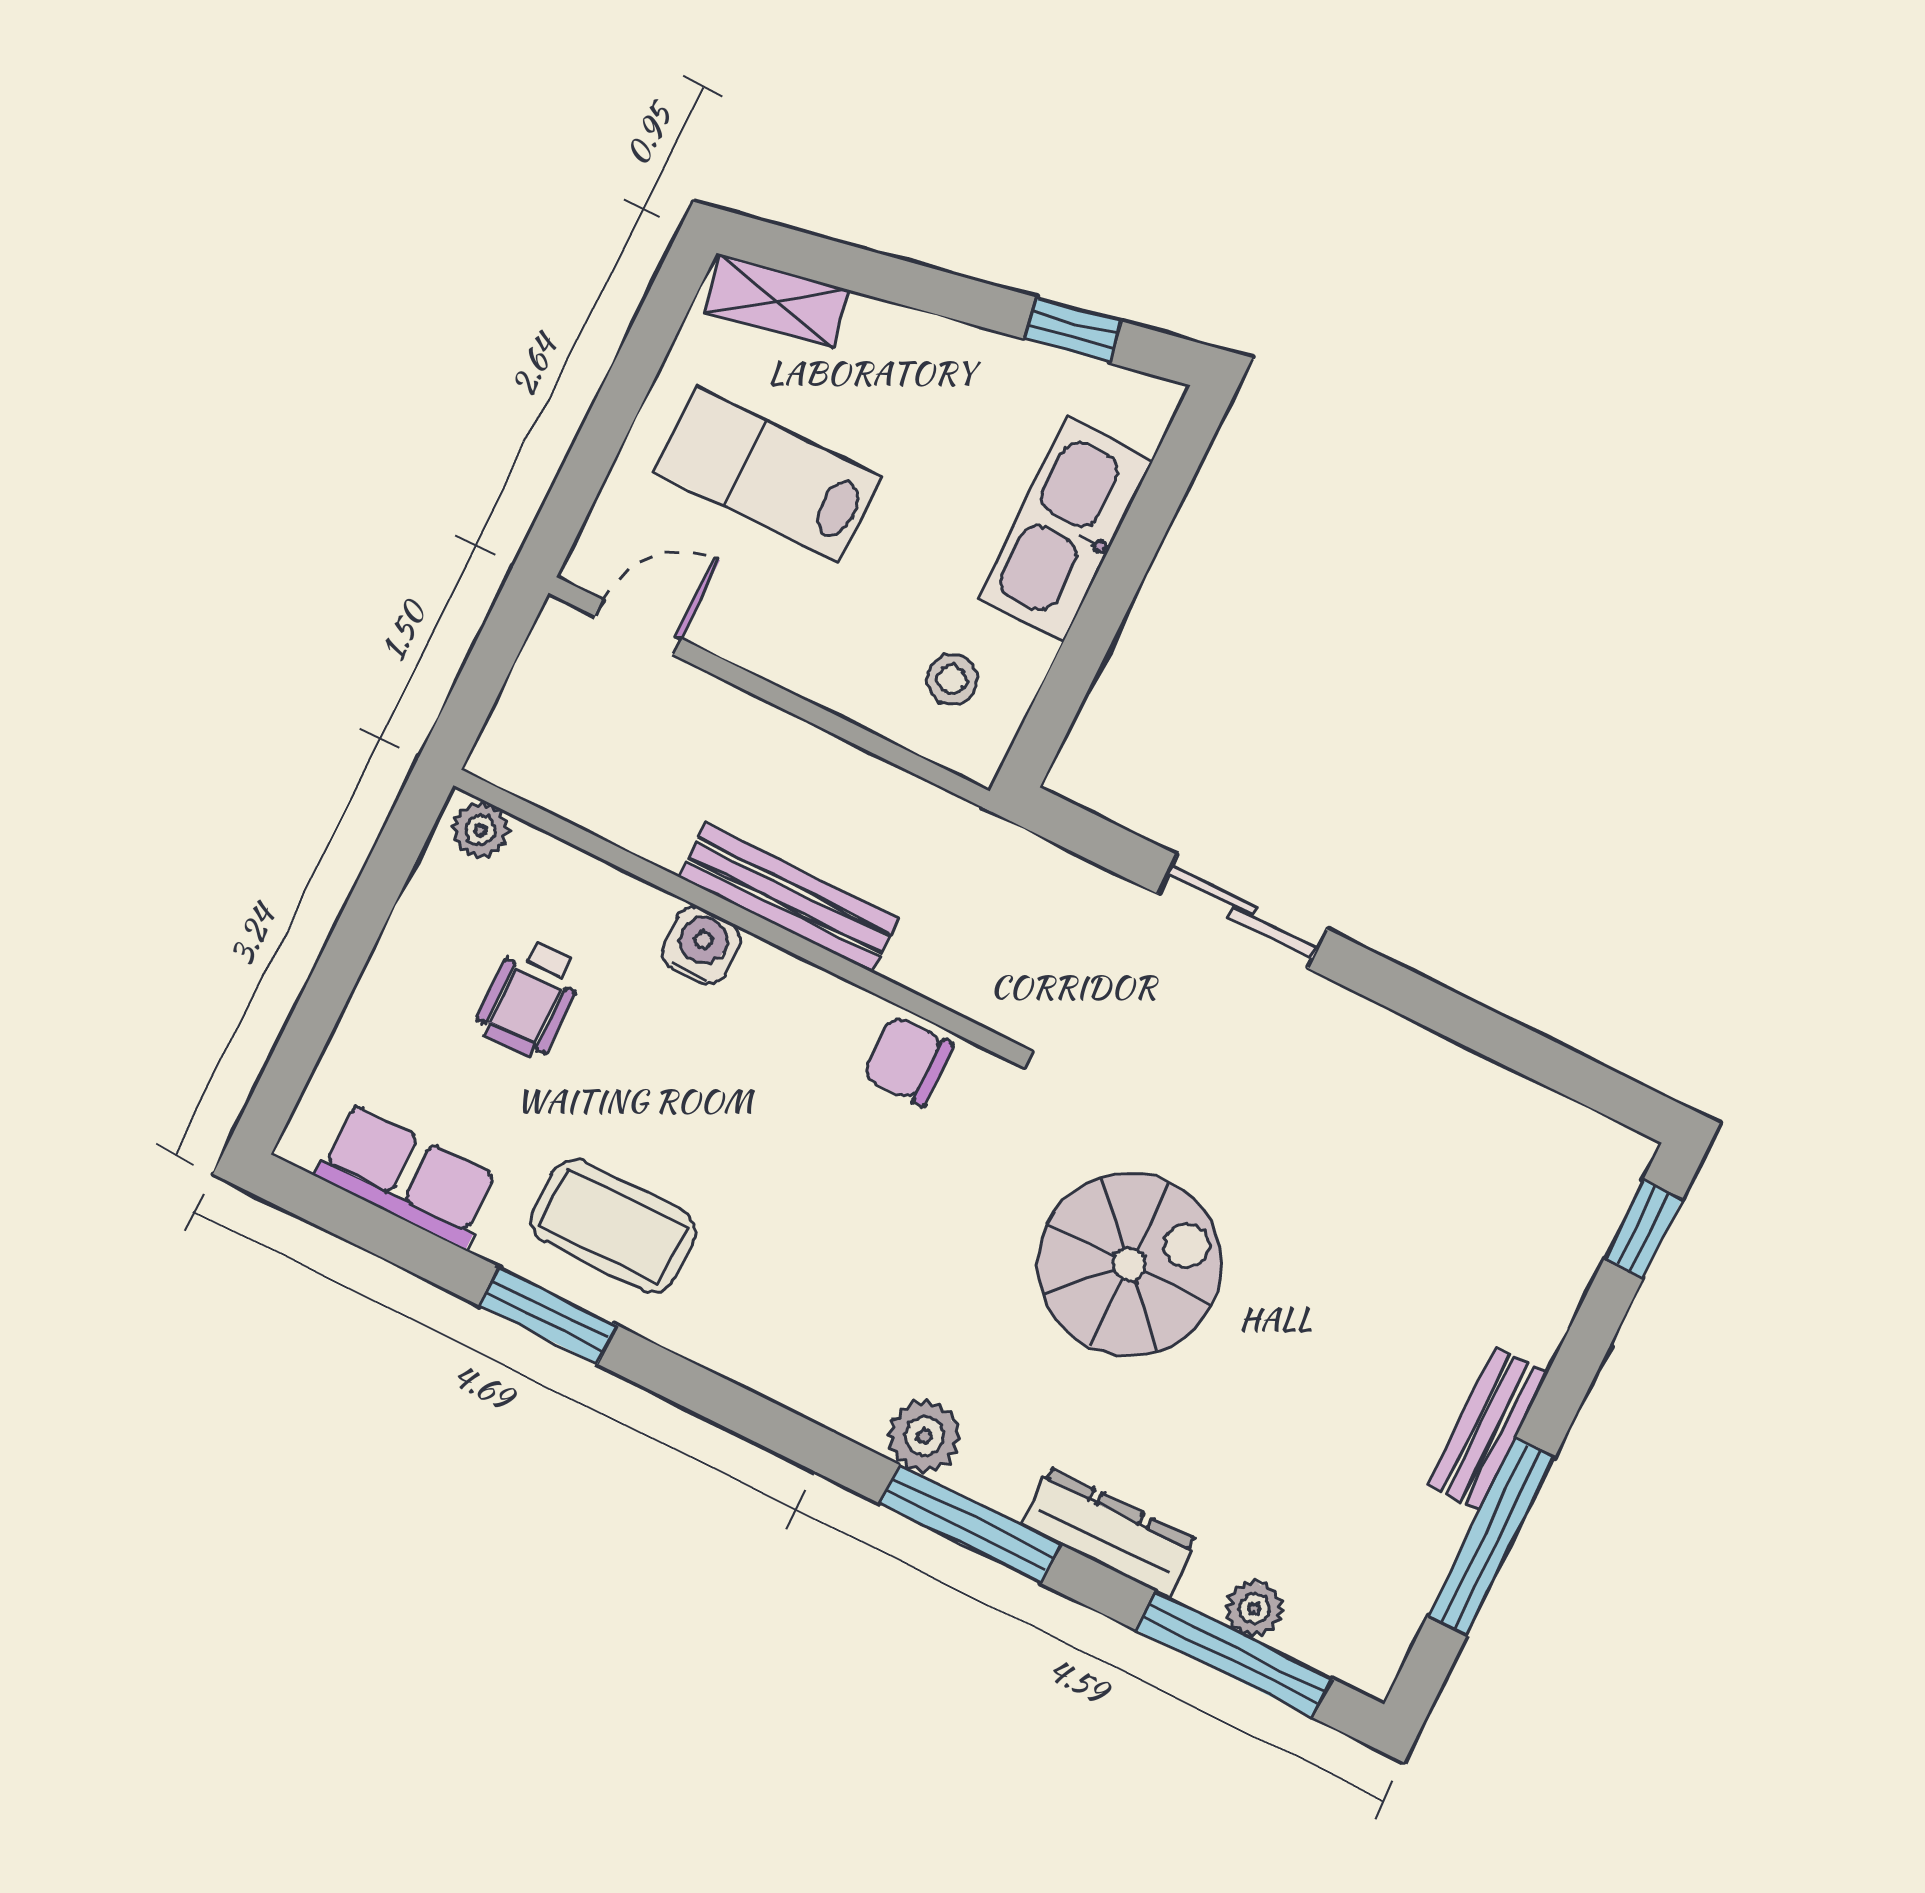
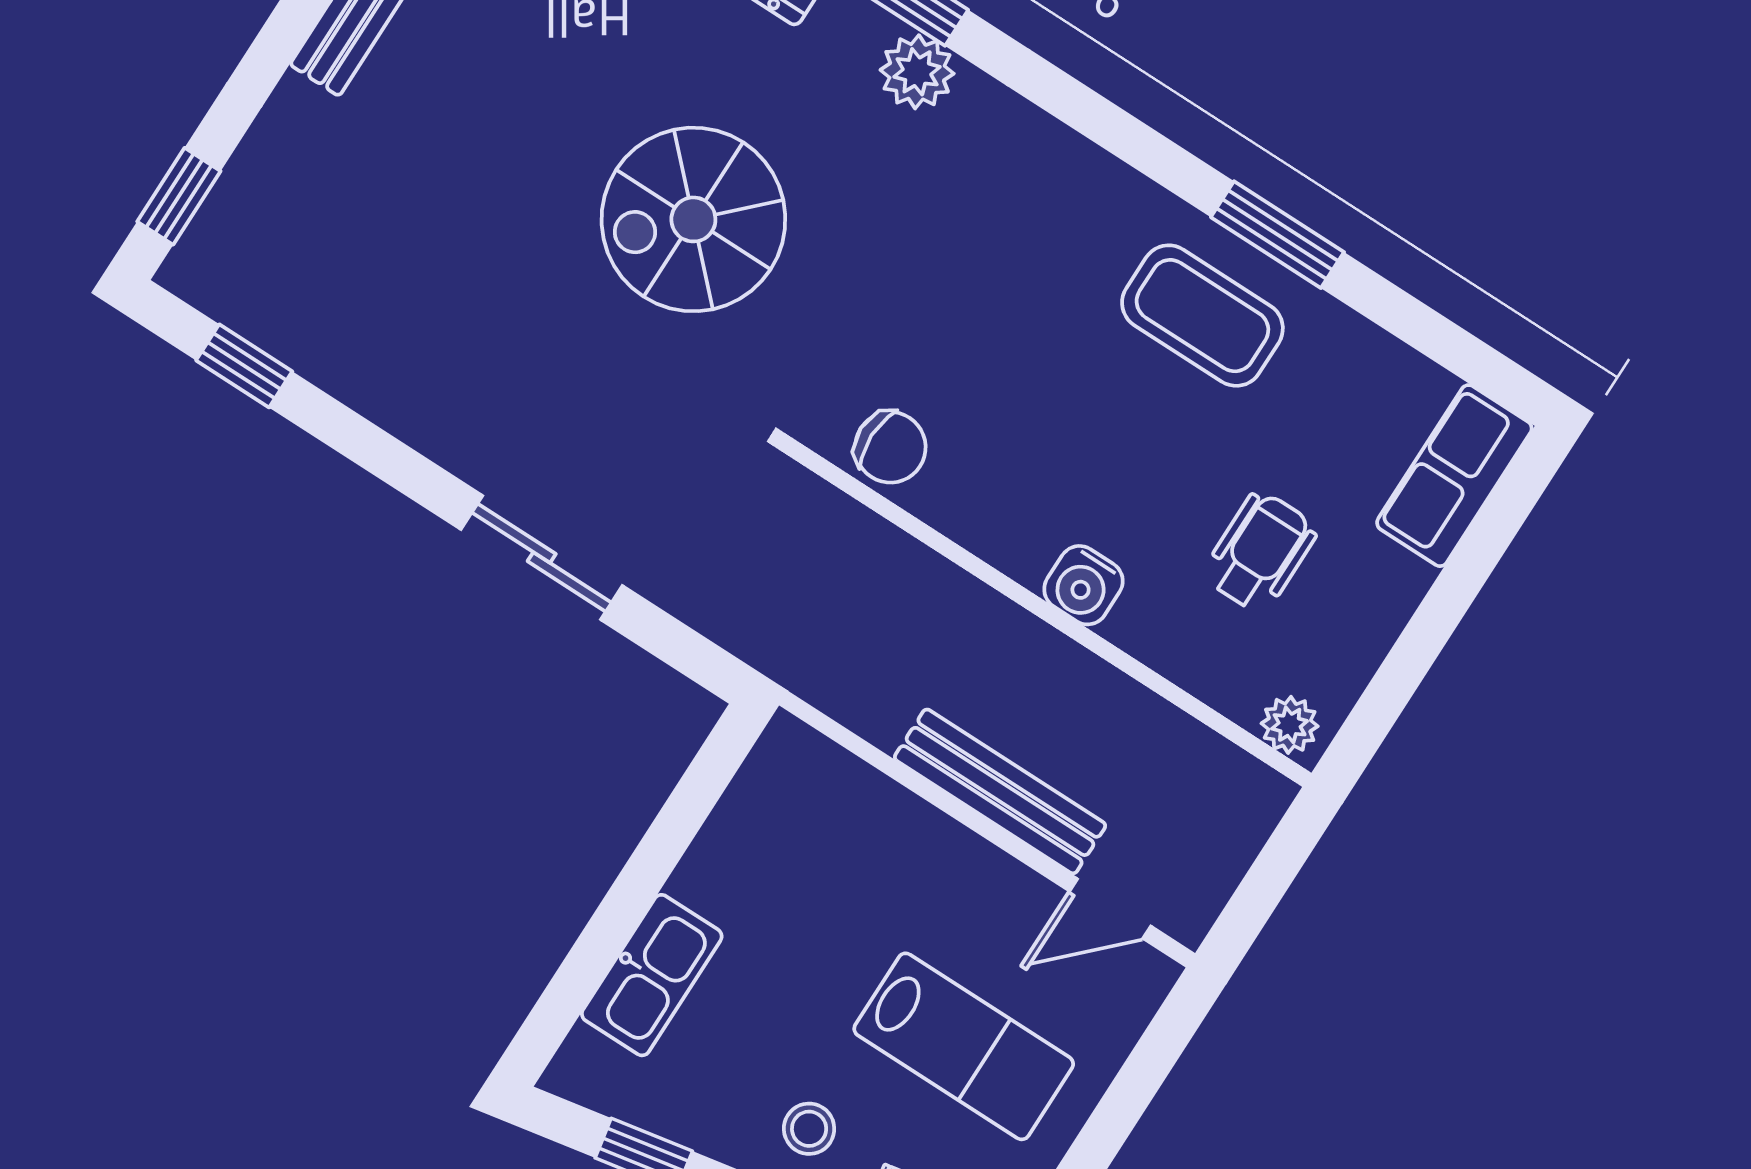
kitchen sink: (1065, 529) -> (652, 975), width x0.73, depth x0.81
stool: (952, 679) -> (809, 1129), moved
bench: (788, 898) -> (1000, 791), moved
window: (1559, 1068) -> (244, 366), added
row of seats: (407, 1176) -> (1454, 476), moved, turned 90

